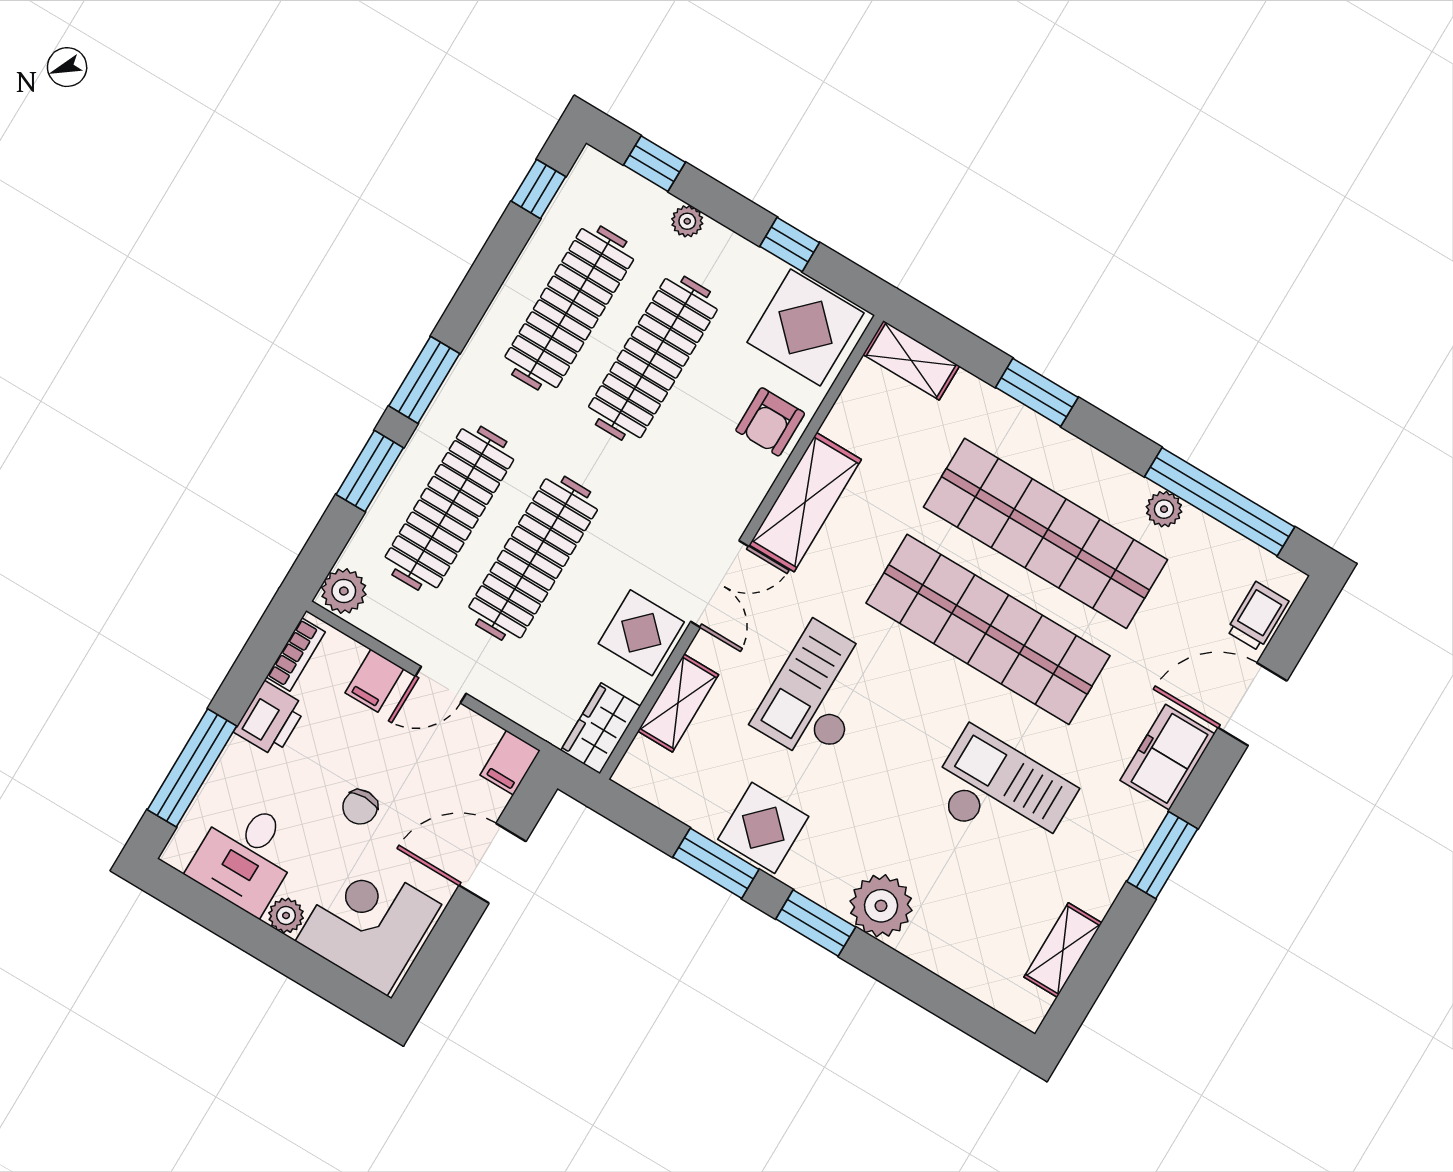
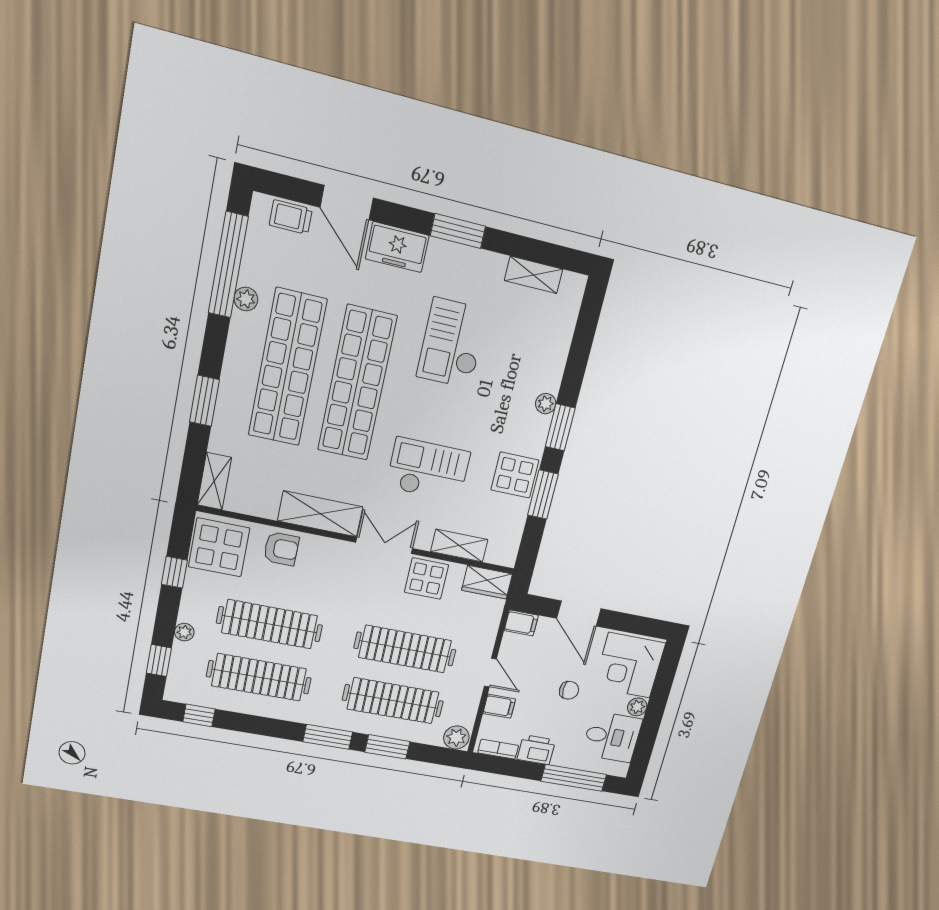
checkout: (818, 693) -> (428, 470), turned 180
plant: (881, 906) -> (546, 404), width x0.53, depth x0.53

